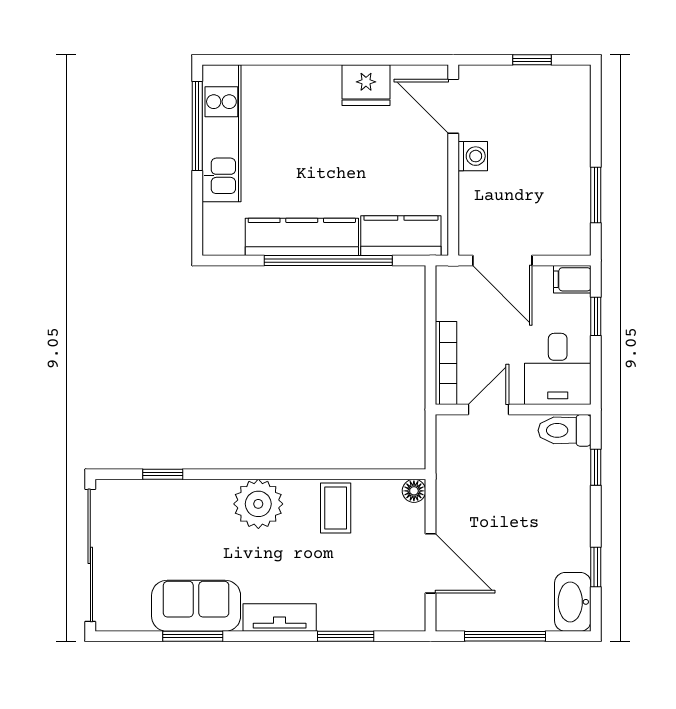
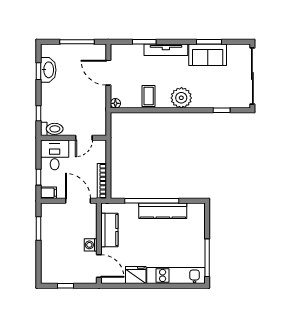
kitchen unit: (221, 133) -> (176, 275), moved, turned 90
kitchen counter: (401, 236) -> (109, 230), moved, turned -90
bookcase: (446, 363) -> (102, 181), moved
washbasin: (573, 602) -> (48, 70), moved
tv unit: (280, 618) -> (166, 50), width x1.41

